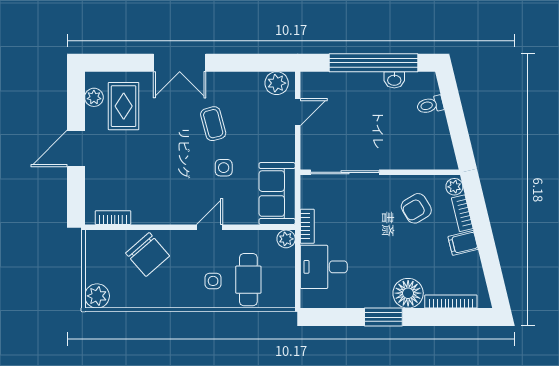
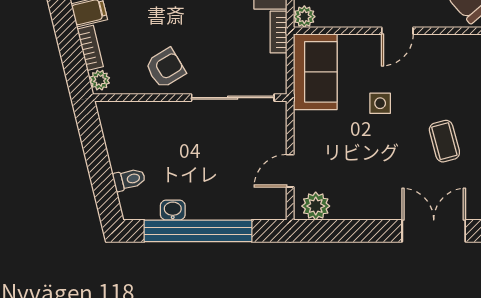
coffee table: (213, 124) -> (444, 141), moved
armchair: (416, 208) -> (165, 68), moved

